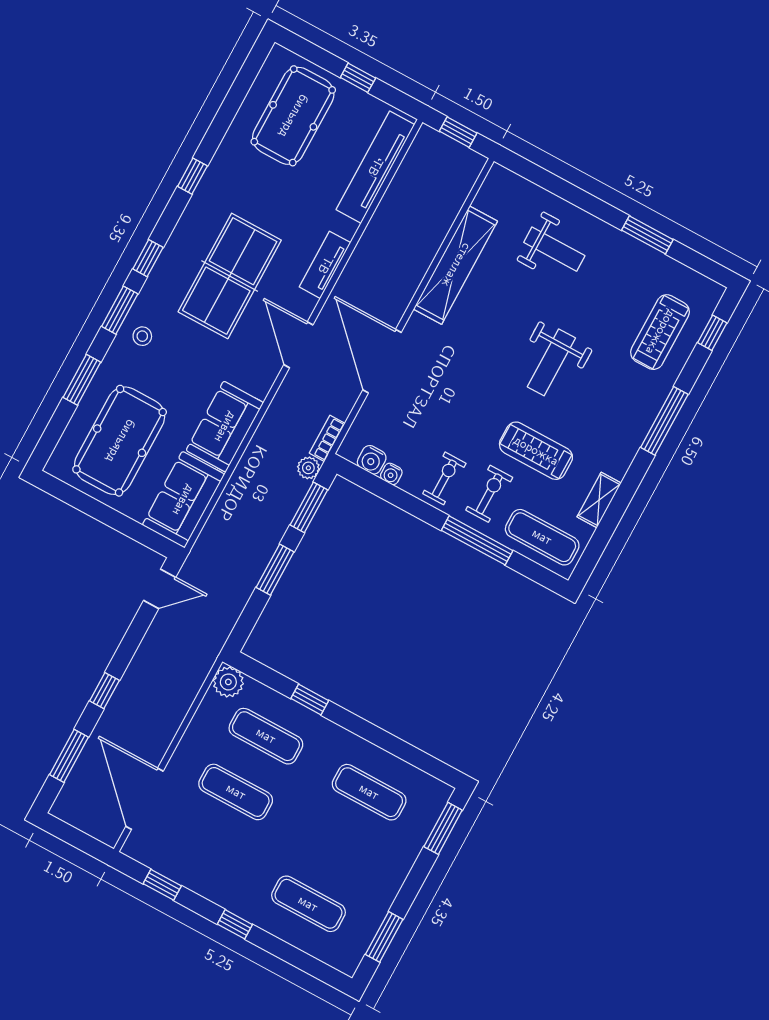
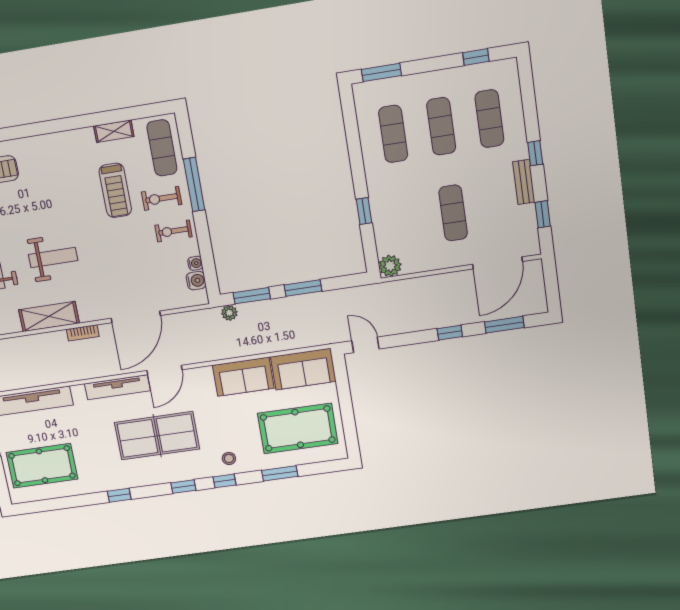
tv unit: (325, 265) -> (117, 387), width x1.41
shelving: (456, 265) -> (49, 317), width x0.68
window: (120, 310) -> (224, 481), width x0.67
weight bench: (551, 362) -> (53, 257), moved
window: (664, 421) -> (38, 129), removed
bookcase: (327, 438) -> (83, 333), moved
exercise mat: (266, 736) -> (441, 126), moved
bench: (213, 890) -> (524, 182), added
window: (384, 937) -> (476, 57), width x0.67

